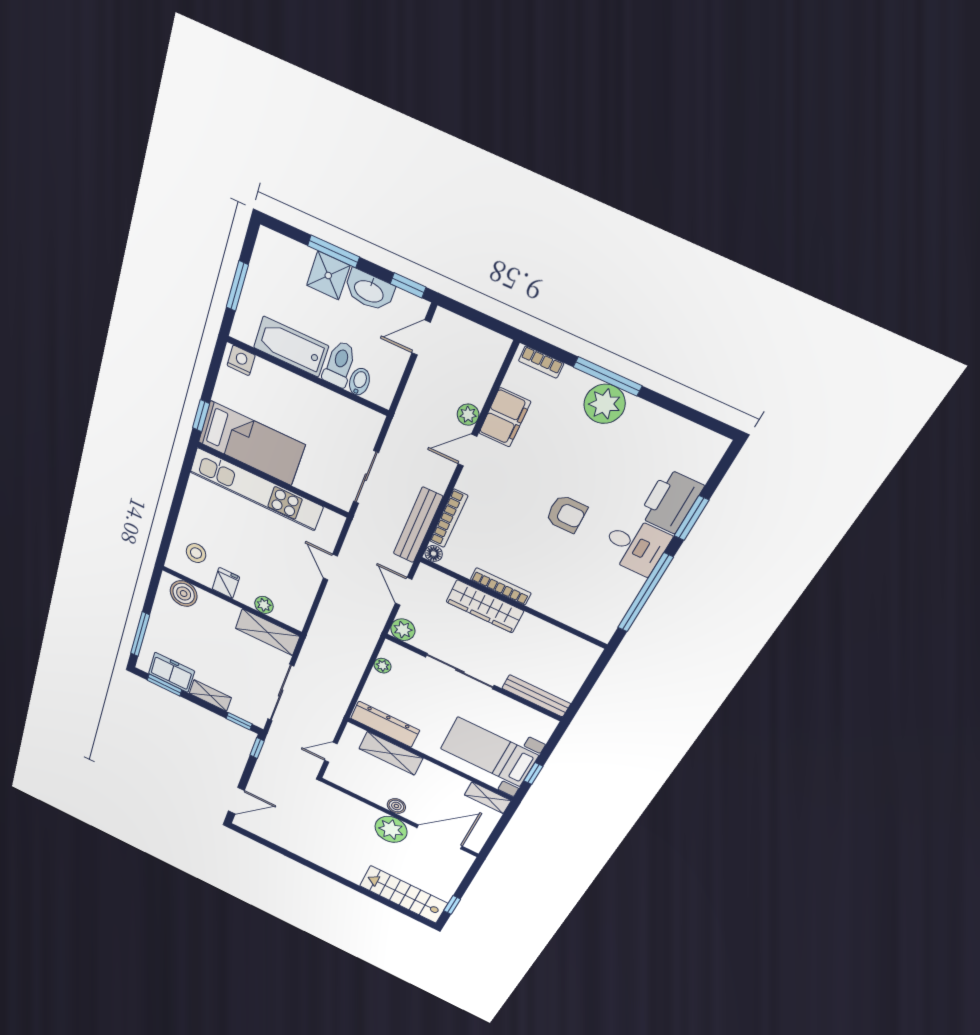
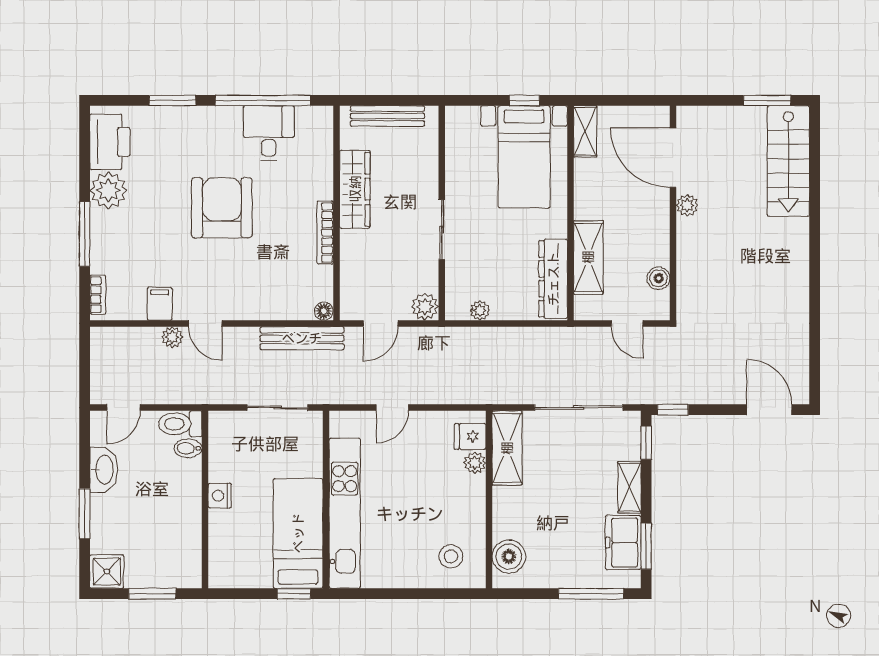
shower: (328, 276) -> (107, 572), moved
window: (408, 285) -> (85, 437), removed
door: (421, 338) -> (123, 408), hinge flipped
bathtub: (291, 347) -> (185, 525), removed
nightstand: (241, 360) -> (220, 496), moved
toilet: (339, 364) -> (180, 424), moved
plant: (605, 404) -> (108, 190), moved
filing cabinet: (505, 417) -> (160, 304), width x0.50
printer: (671, 501) -> (110, 142), moved, turned -90
armchair: (566, 514) -> (222, 208), width x1.88, depth x1.88
bookcase: (449, 518) -> (280, 312), removed
desk: (635, 546) -> (269, 133), moved
fridge: (226, 583) -> (470, 436), moved
wardrobe: (485, 606) -> (355, 189), moved
sliding door: (460, 671) -> (442, 230), width x0.73
bench: (536, 696) -> (387, 116), moved, turned 90
boiler: (396, 806) -> (659, 278), moved
plant: (391, 829) -> (687, 205), width x0.53, depth x0.53
window: (452, 905) -> (767, 100), width x1.50

